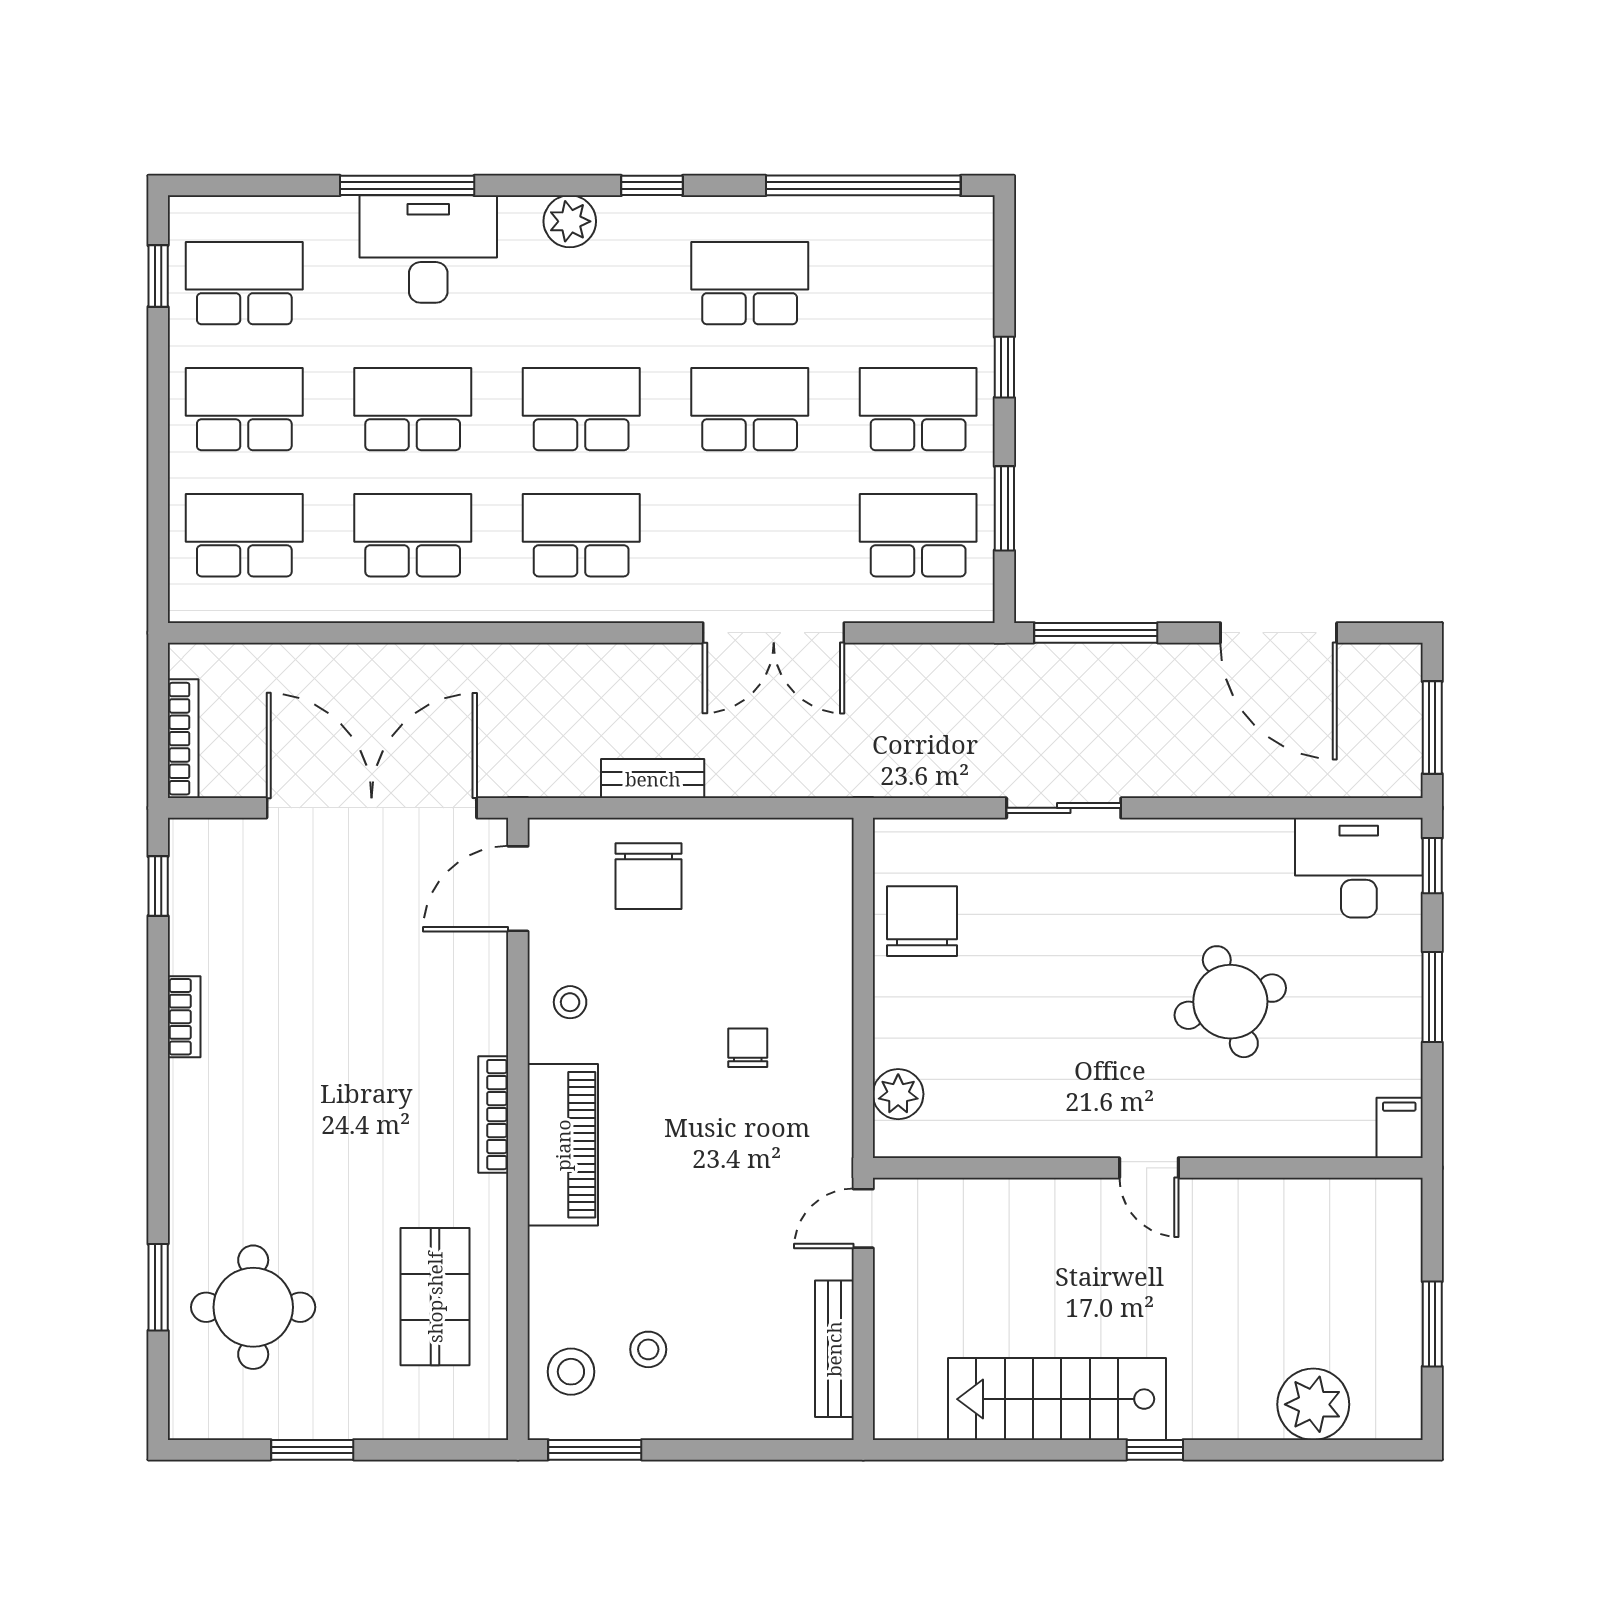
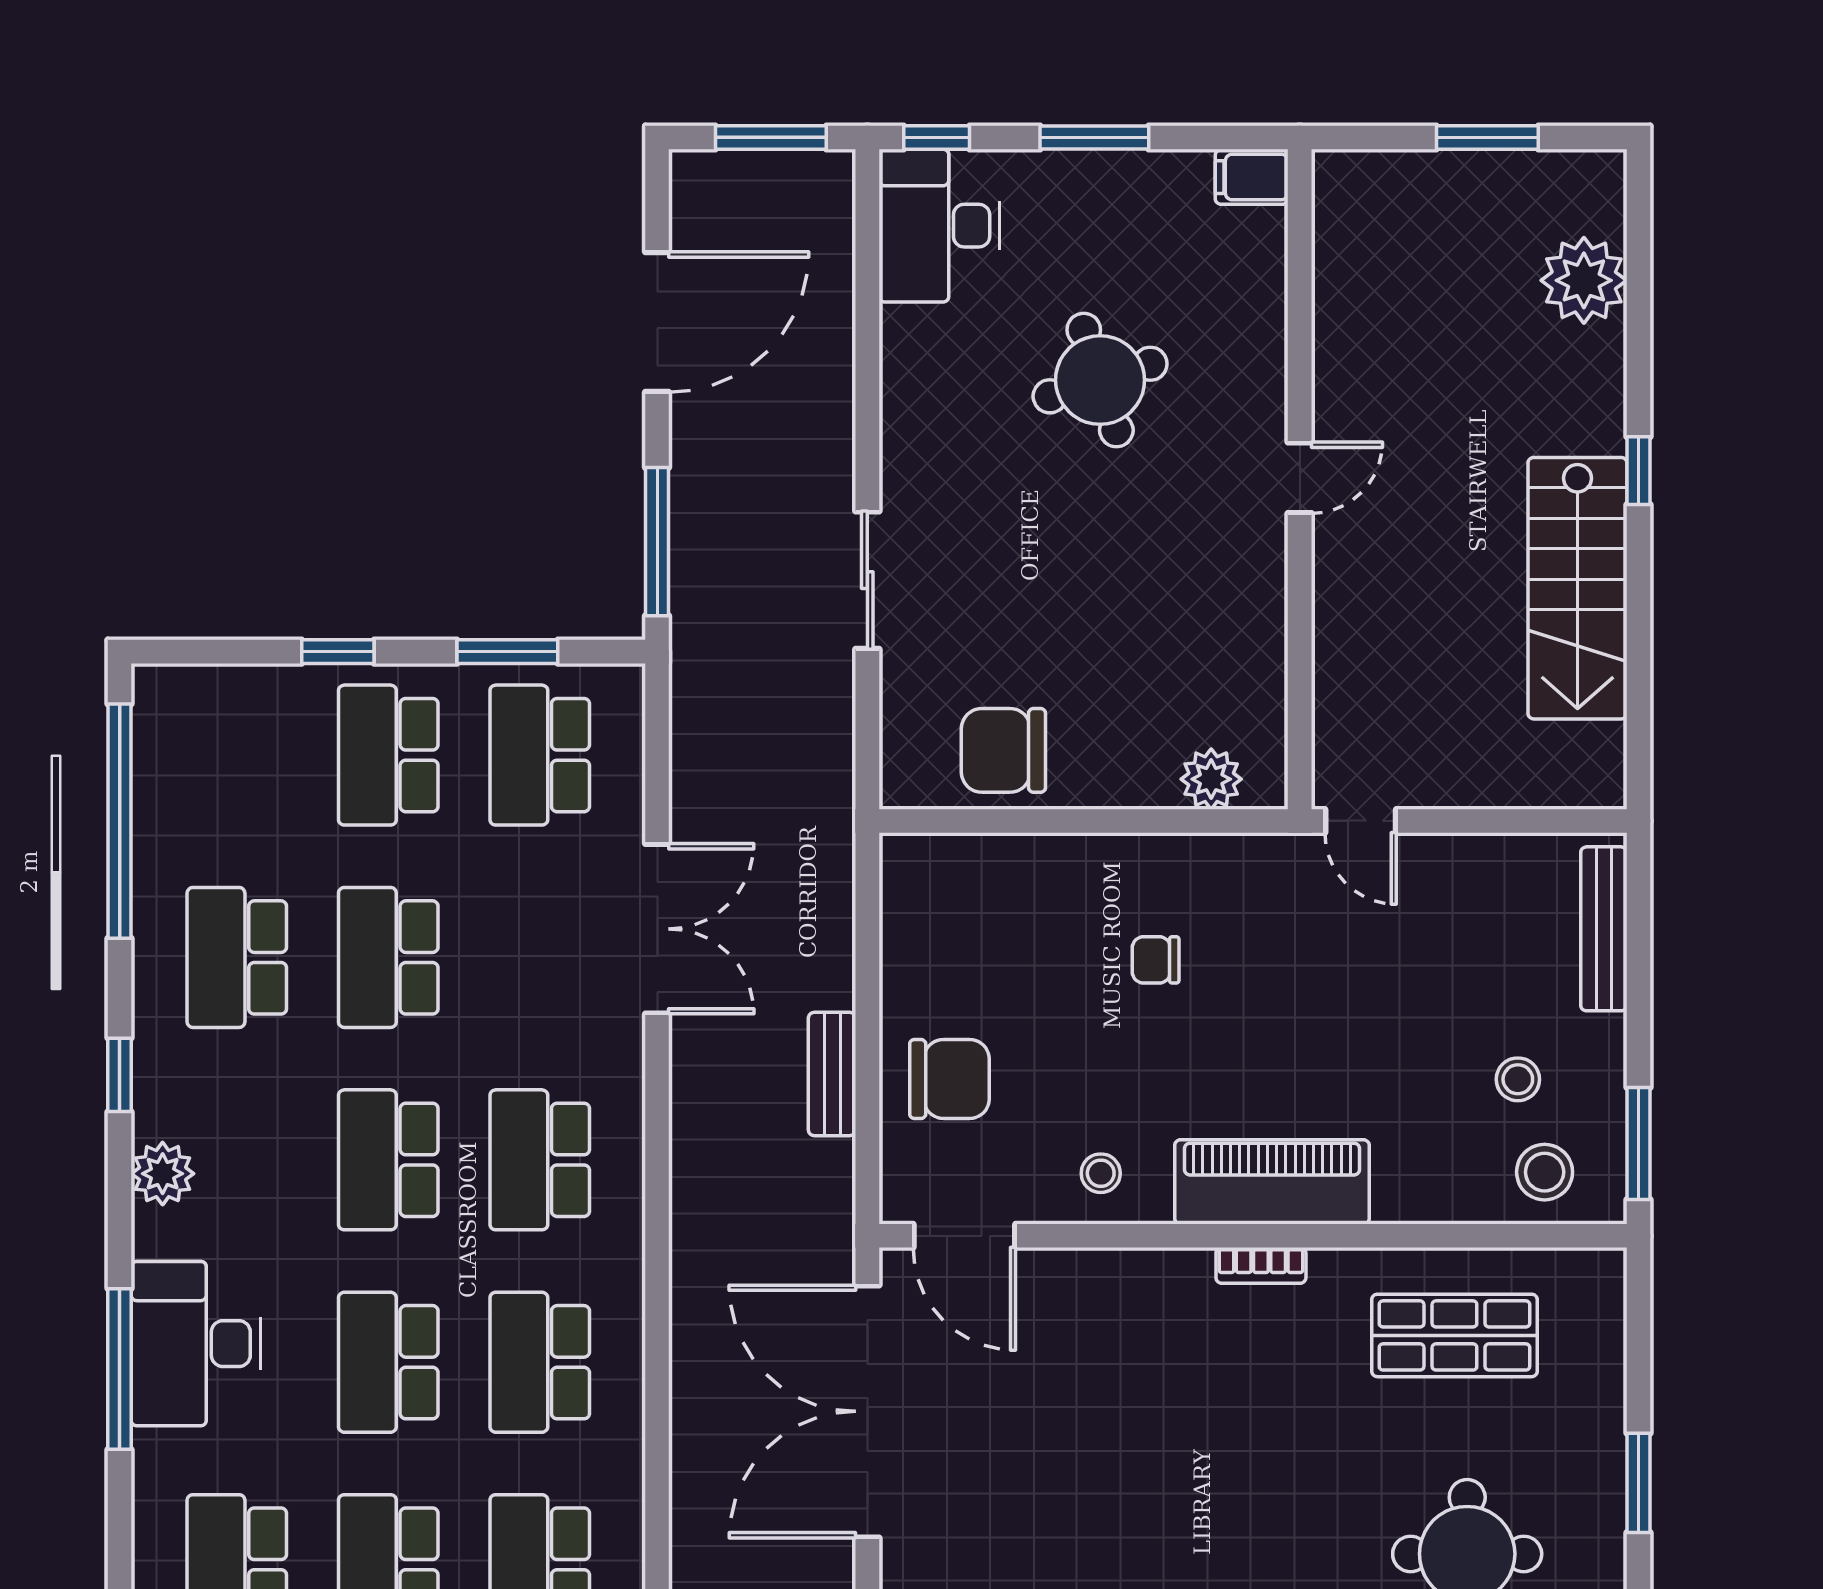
bookcase: (493, 1115) -> (1261, 1265), width x0.64
bench: (834, 1349) -> (1604, 929), moved, turned 90

